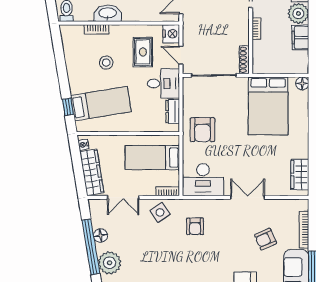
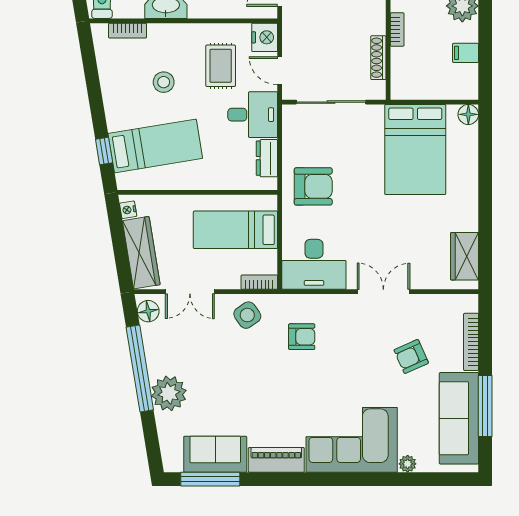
bookcase: (97, 29) -> (128, 31), moved
filing cabinet: (300, 38) -> (466, 53), width x0.50
shoe rack: (244, 60) -> (378, 58), moved
armchair: (202, 130) -> (313, 186), turned -90
armchair: (195, 226) -> (302, 337), turned -90
floor lamp: (100, 236) -> (148, 311), moved

